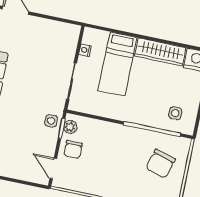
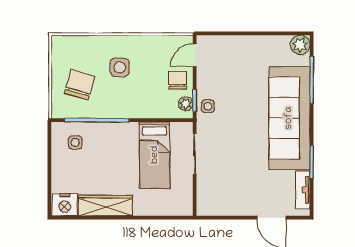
nightstand: (85, 50) -> (187, 190), removed
bed: (117, 64) -> (155, 155), moved, turned 180
door: (53, 168) -> (195, 55), swing flipped
side table: (122, 171) -> (120, 67), added

